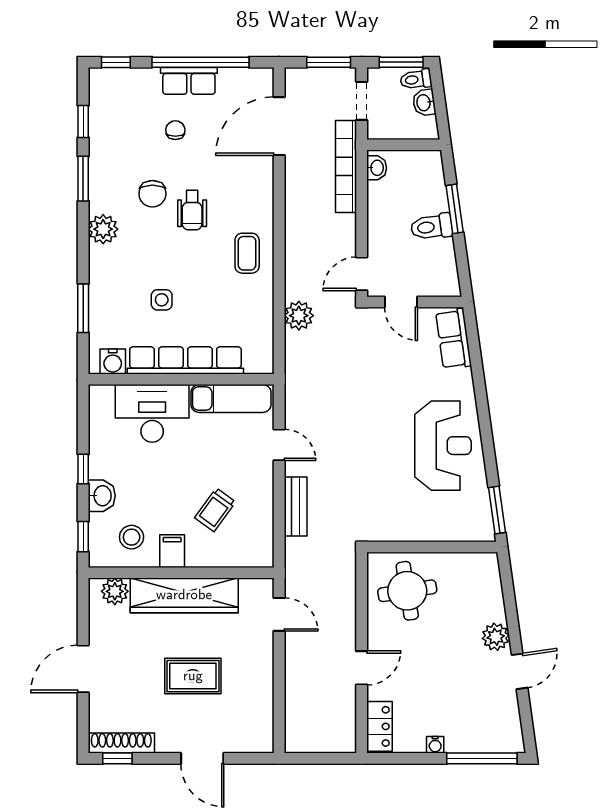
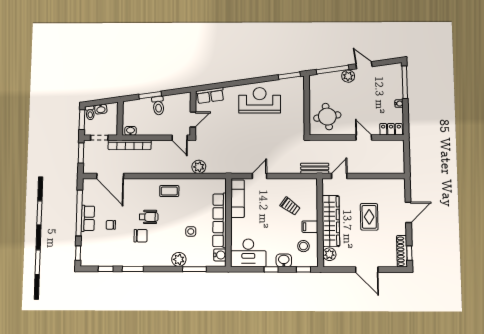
plant: (103, 229) -> (179, 259), moved
desk: (152, 413) -> (248, 253), moved, turned -90
bench: (296, 507) -> (315, 168), moved
window: (510, 603) -> (333, 70), added

